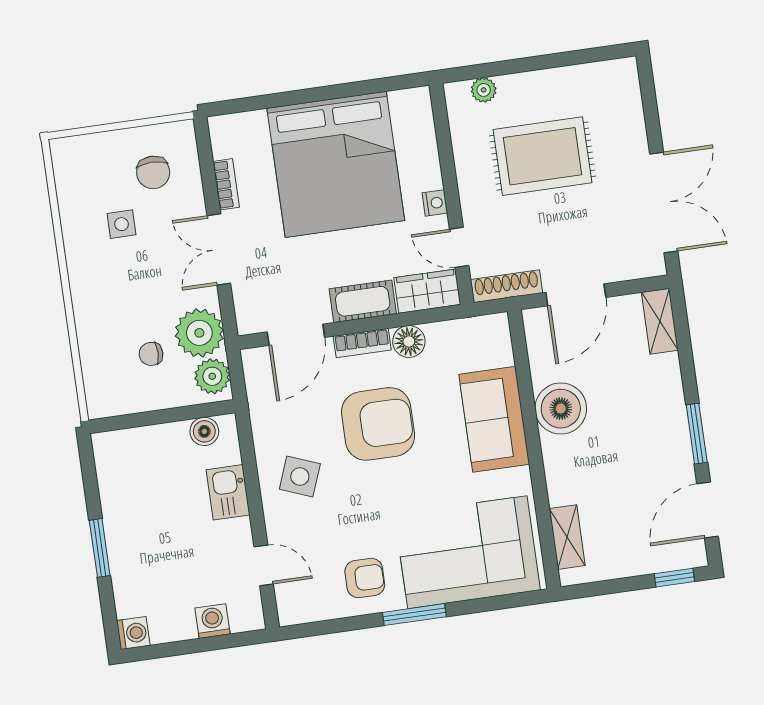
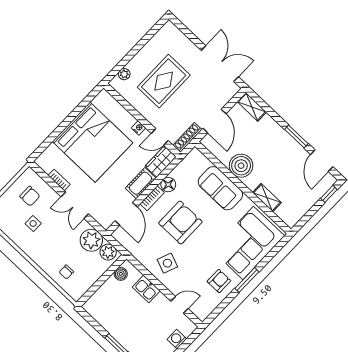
chair: (151, 354) -> (66, 272), moved
shelving: (567, 537) -> (267, 198), moved

